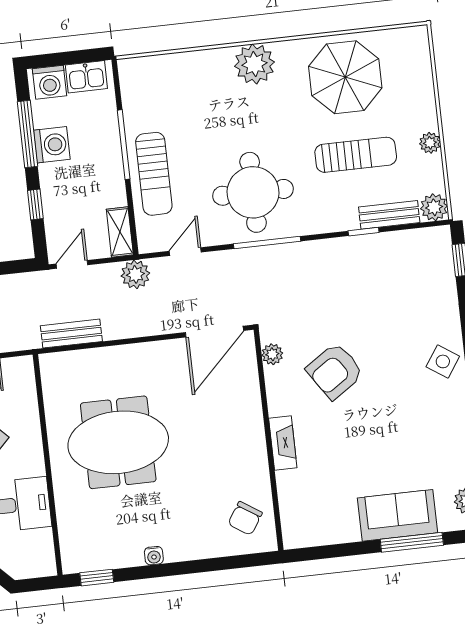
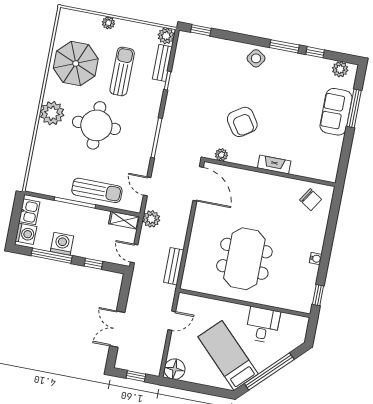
plant: (430, 143) -> (108, 23), moved
round table: (253, 192) -> (96, 125), moved

